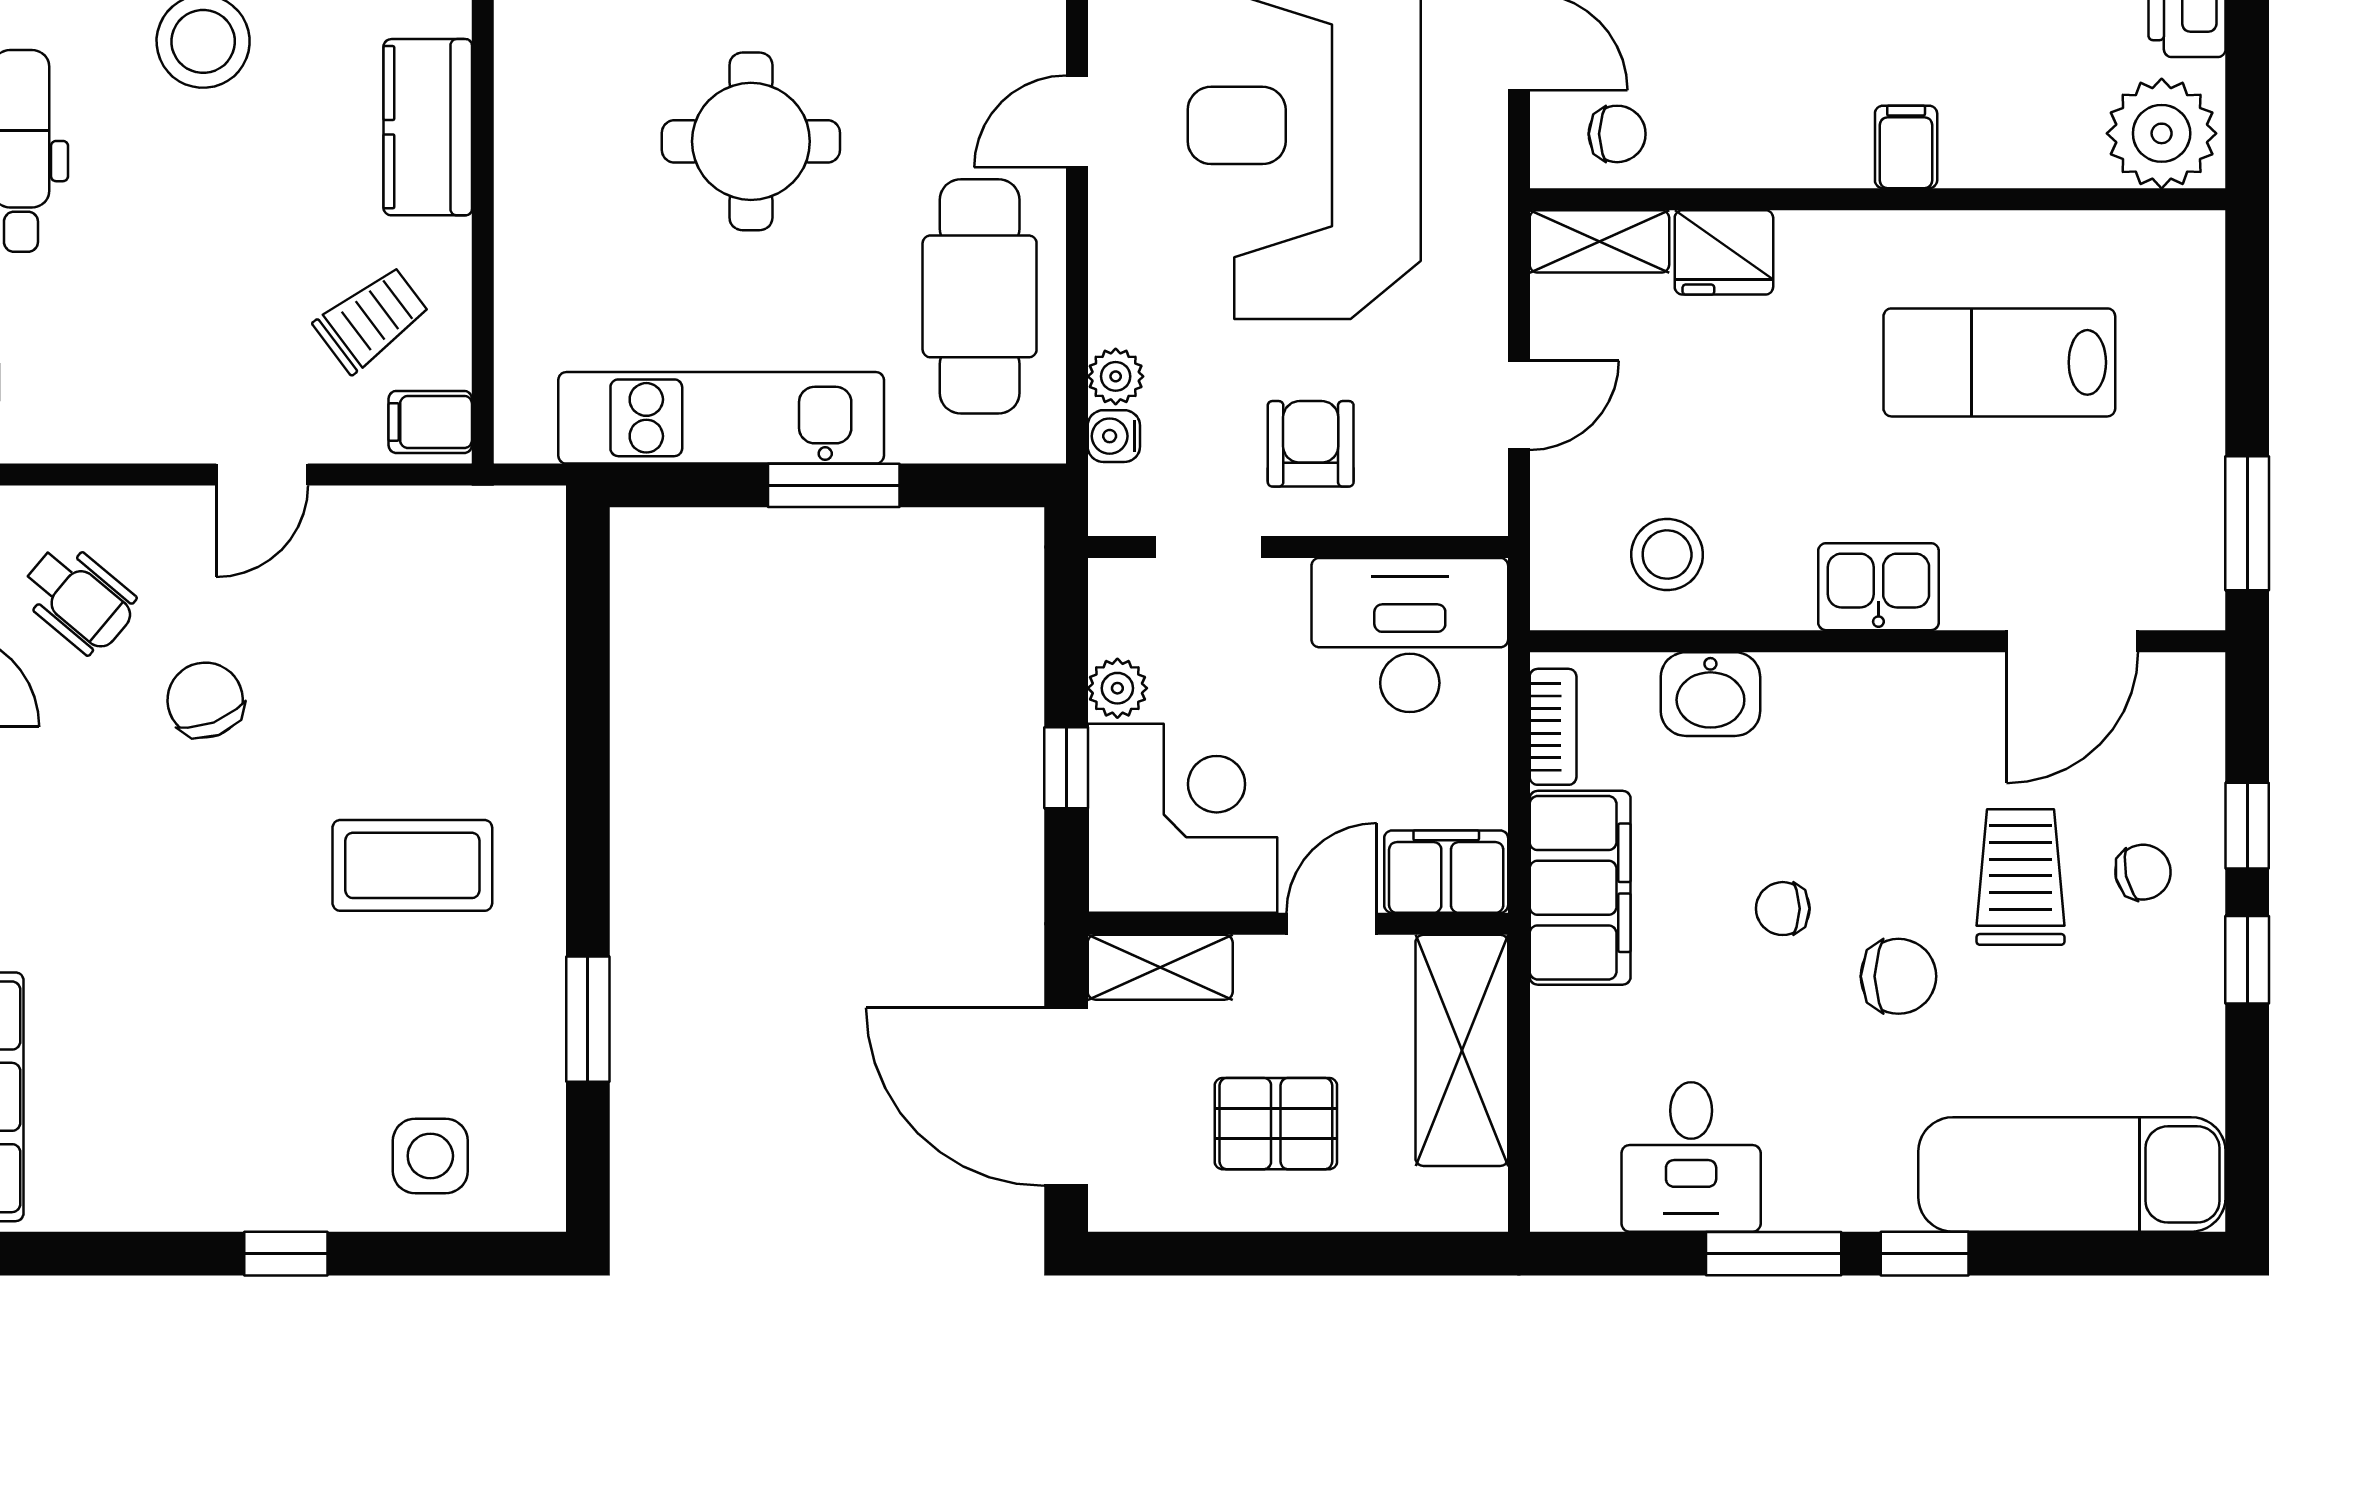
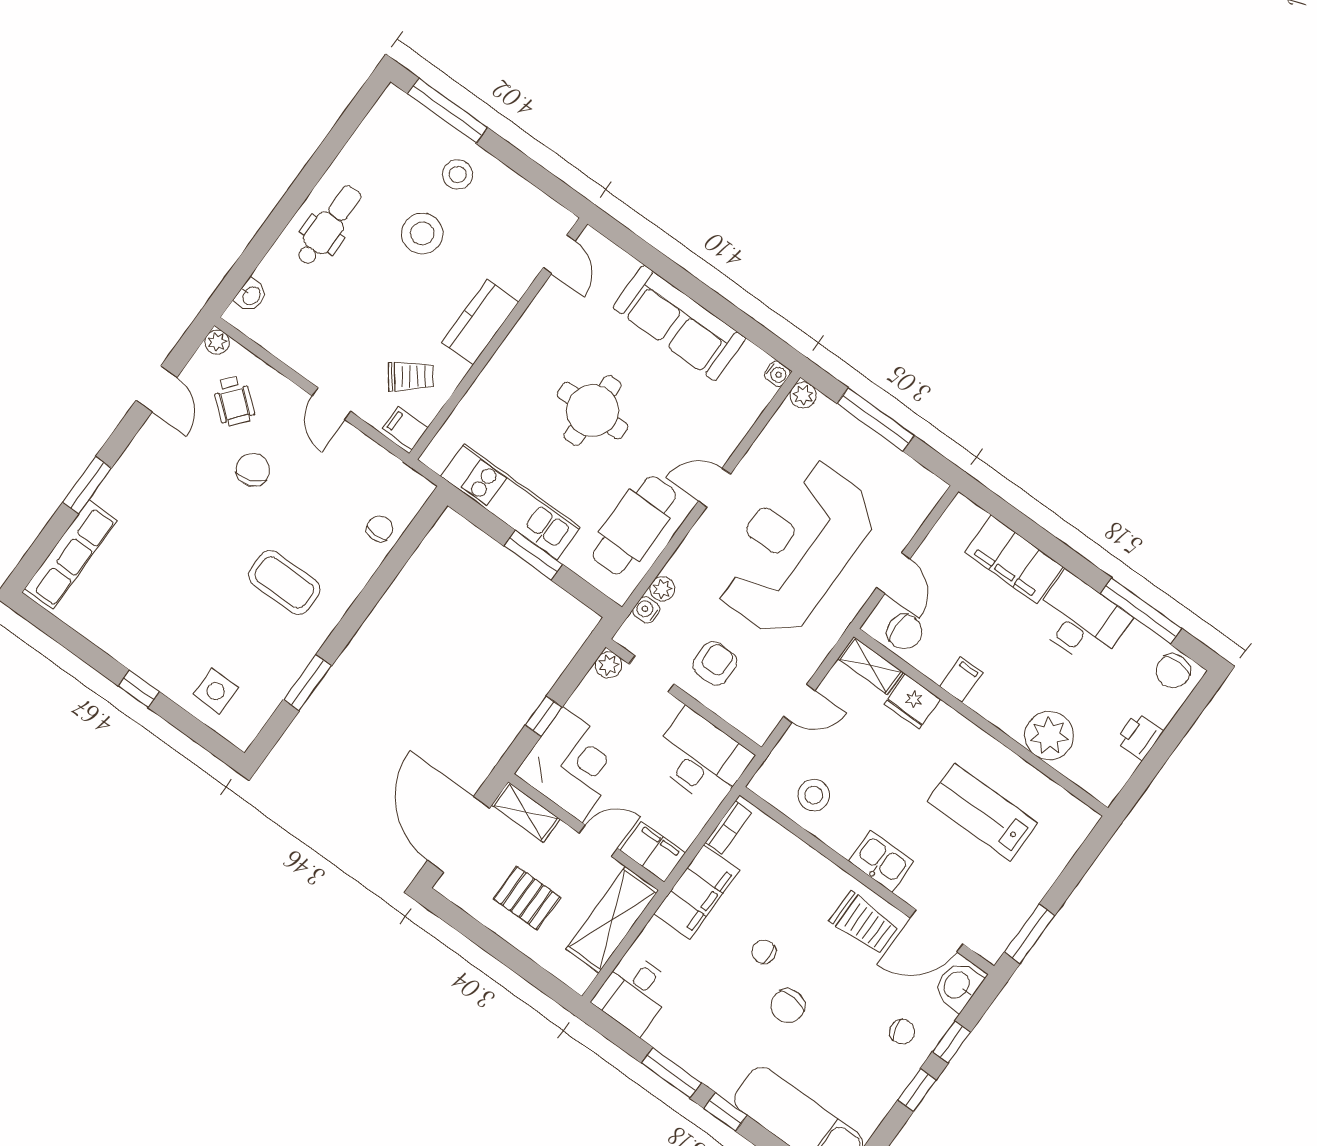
plant: (2162, 133) -> (1049, 736), moved
chair: (1617, 134) -> (905, 632), width x1.37, depth x1.37
filing cabinet: (1906, 147) -> (961, 680), moved
door: (262, 475) -> (331, 404), hinge flipped
chair: (516, 640) -> (380, 529), added
plant: (1117, 688) -> (609, 665), moved
washbasin: (1710, 694) -> (957, 986), moved, turned 90
trolley: (2020, 877) -> (864, 923), moved, turned 90
chair: (1898, 976) -> (788, 1006), turned 94
desk: (1691, 1157) -> (634, 993), moved

